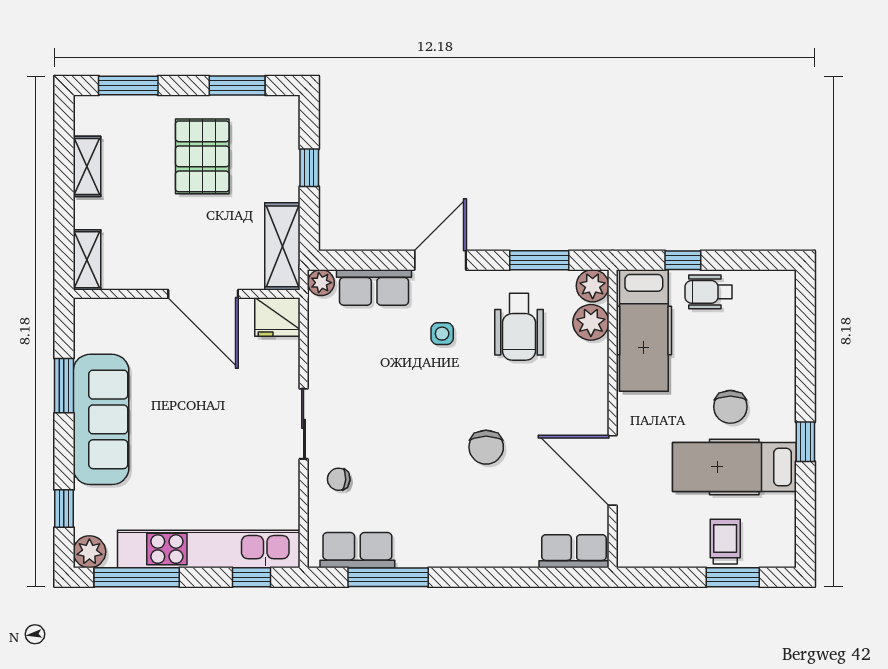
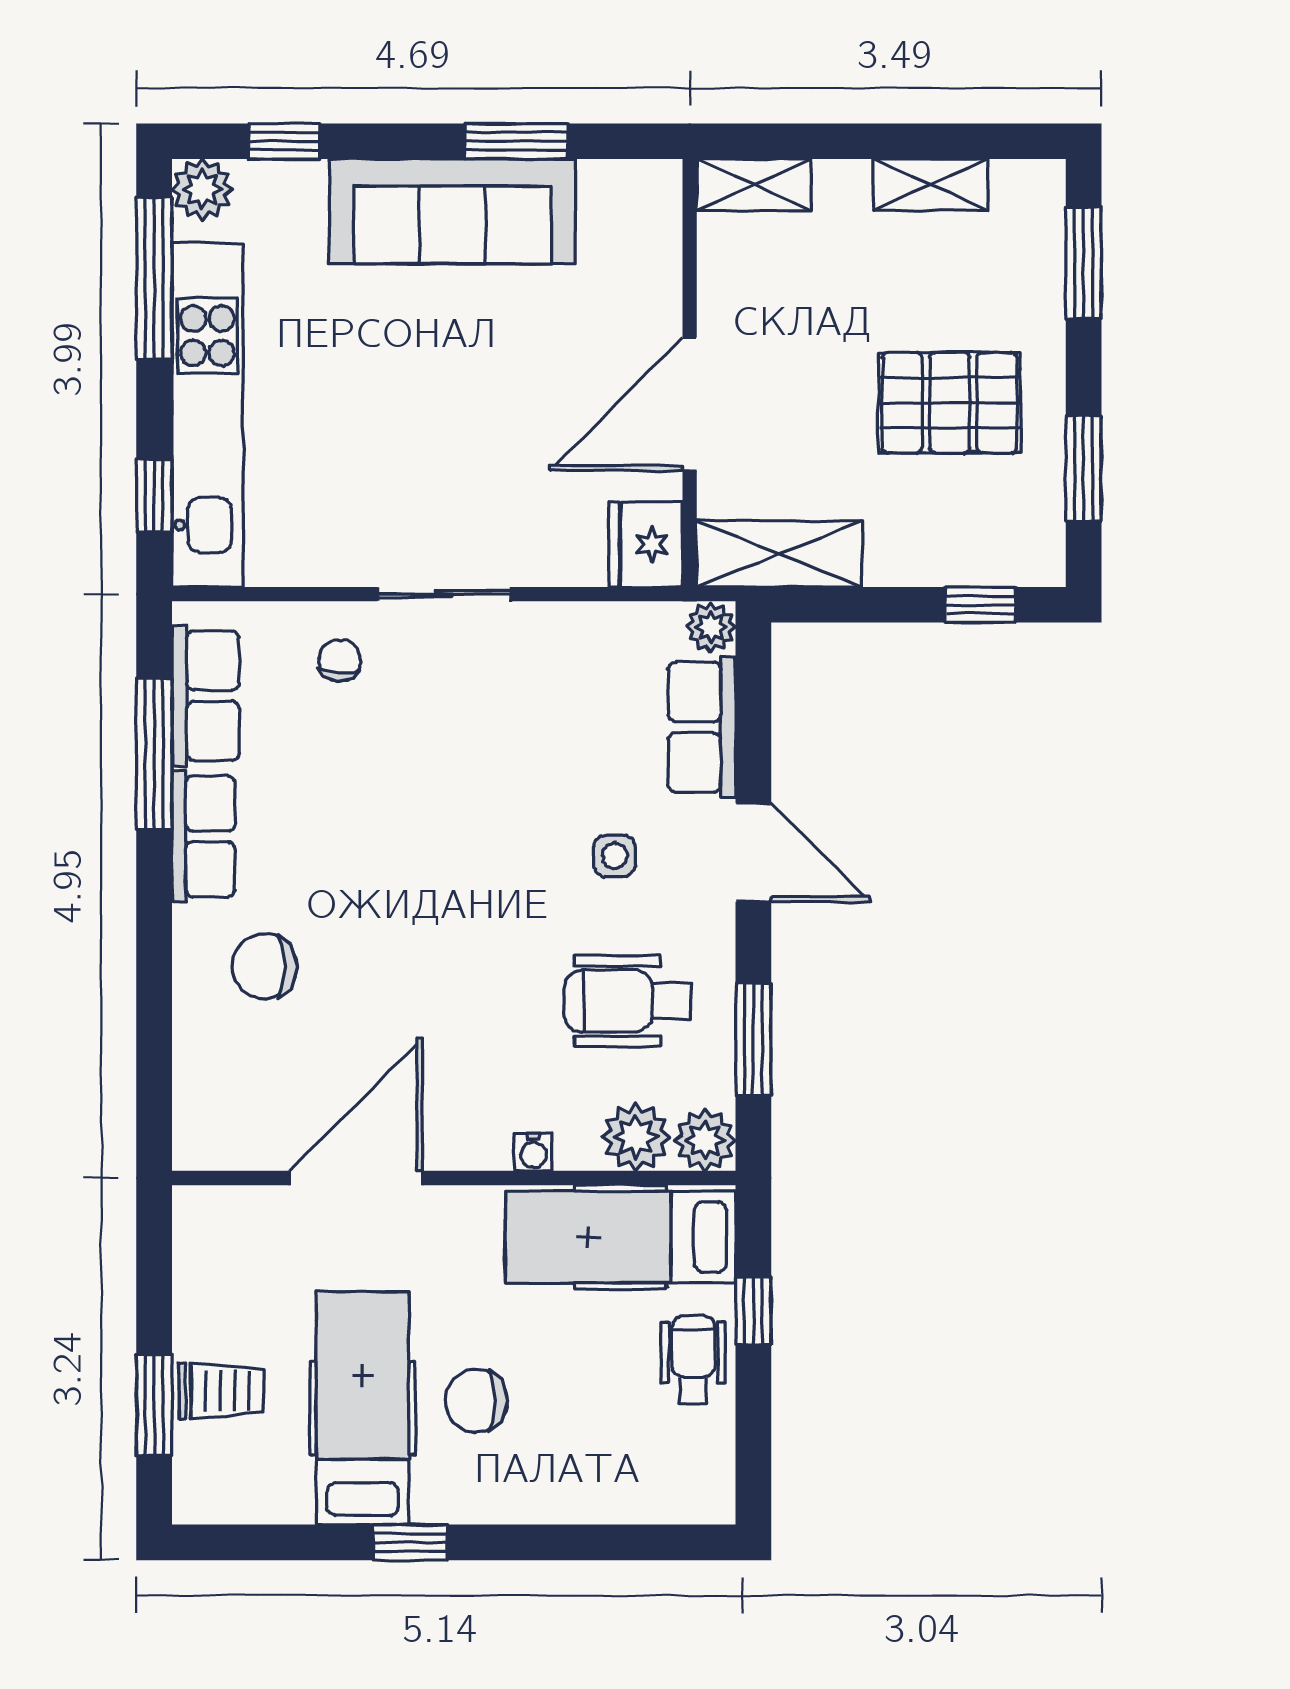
window: (309, 168) -> (980, 605), moved
water cooler: (599, 377) -> (533, 1152), added
chair: (486, 447) -> (265, 966), moved
row of seats: (574, 551) -> (203, 836), moved

